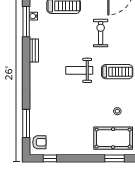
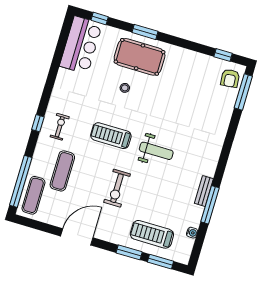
window: (26, 22) -> (210, 205), moved
window: (26, 123) -> (243, 92), moved
armchair: (39, 142) -> (230, 78), turned -96

